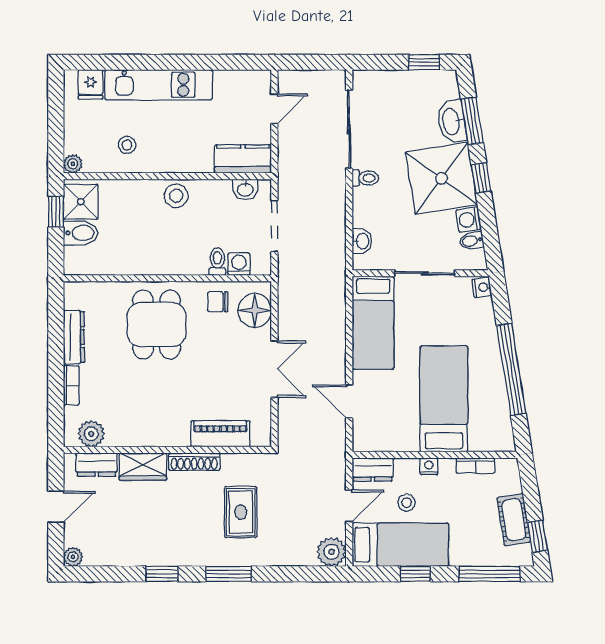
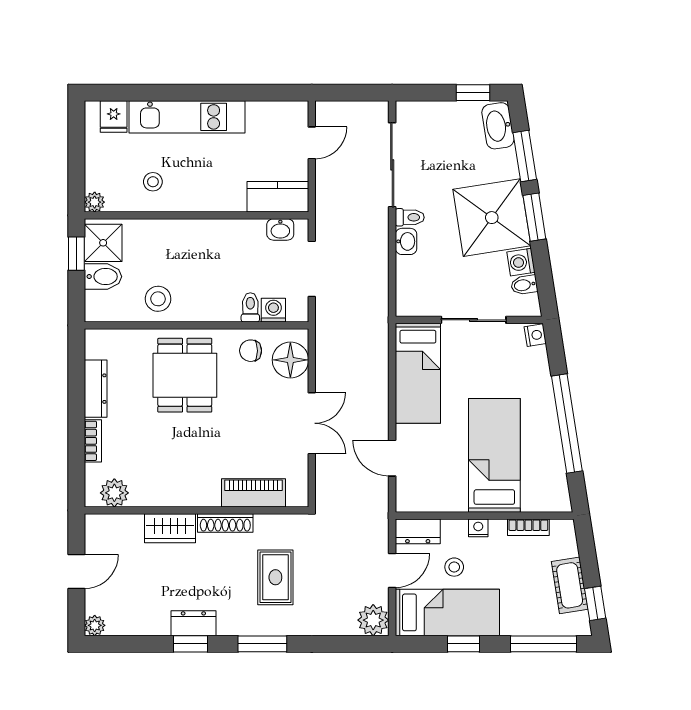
washbasin: (452, 121) -> (498, 126), moved
window: (481, 178) -> (534, 217), width x1.50
stool: (176, 196) -> (158, 299), moved
washbasin: (362, 241) -> (406, 241), moved
dresser: (97, 465) -> (193, 623), moved, turned 180

